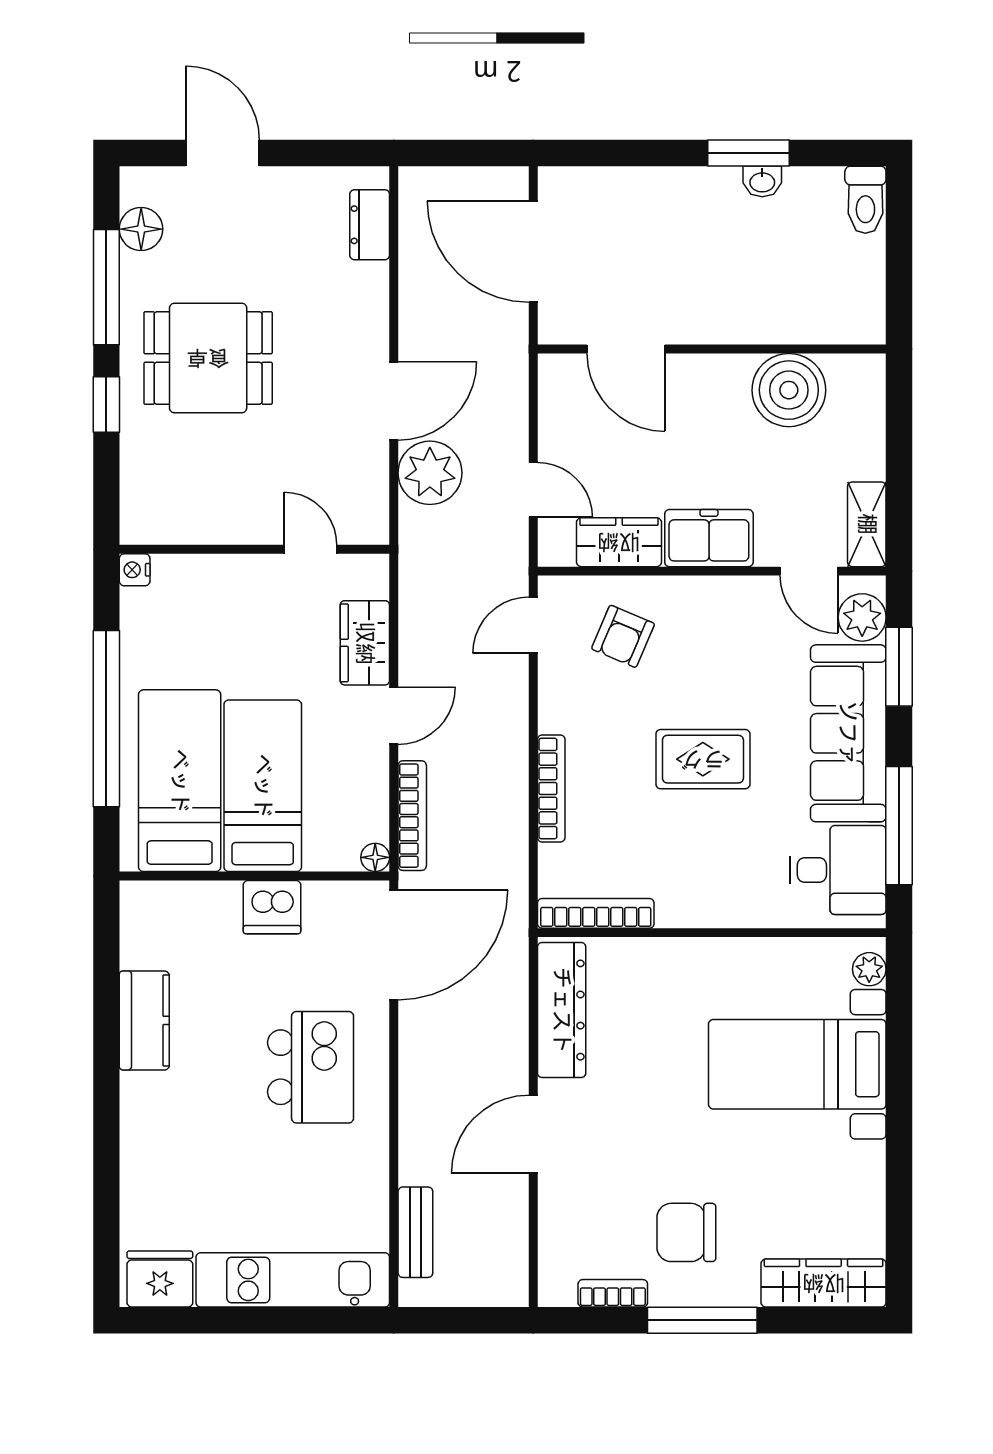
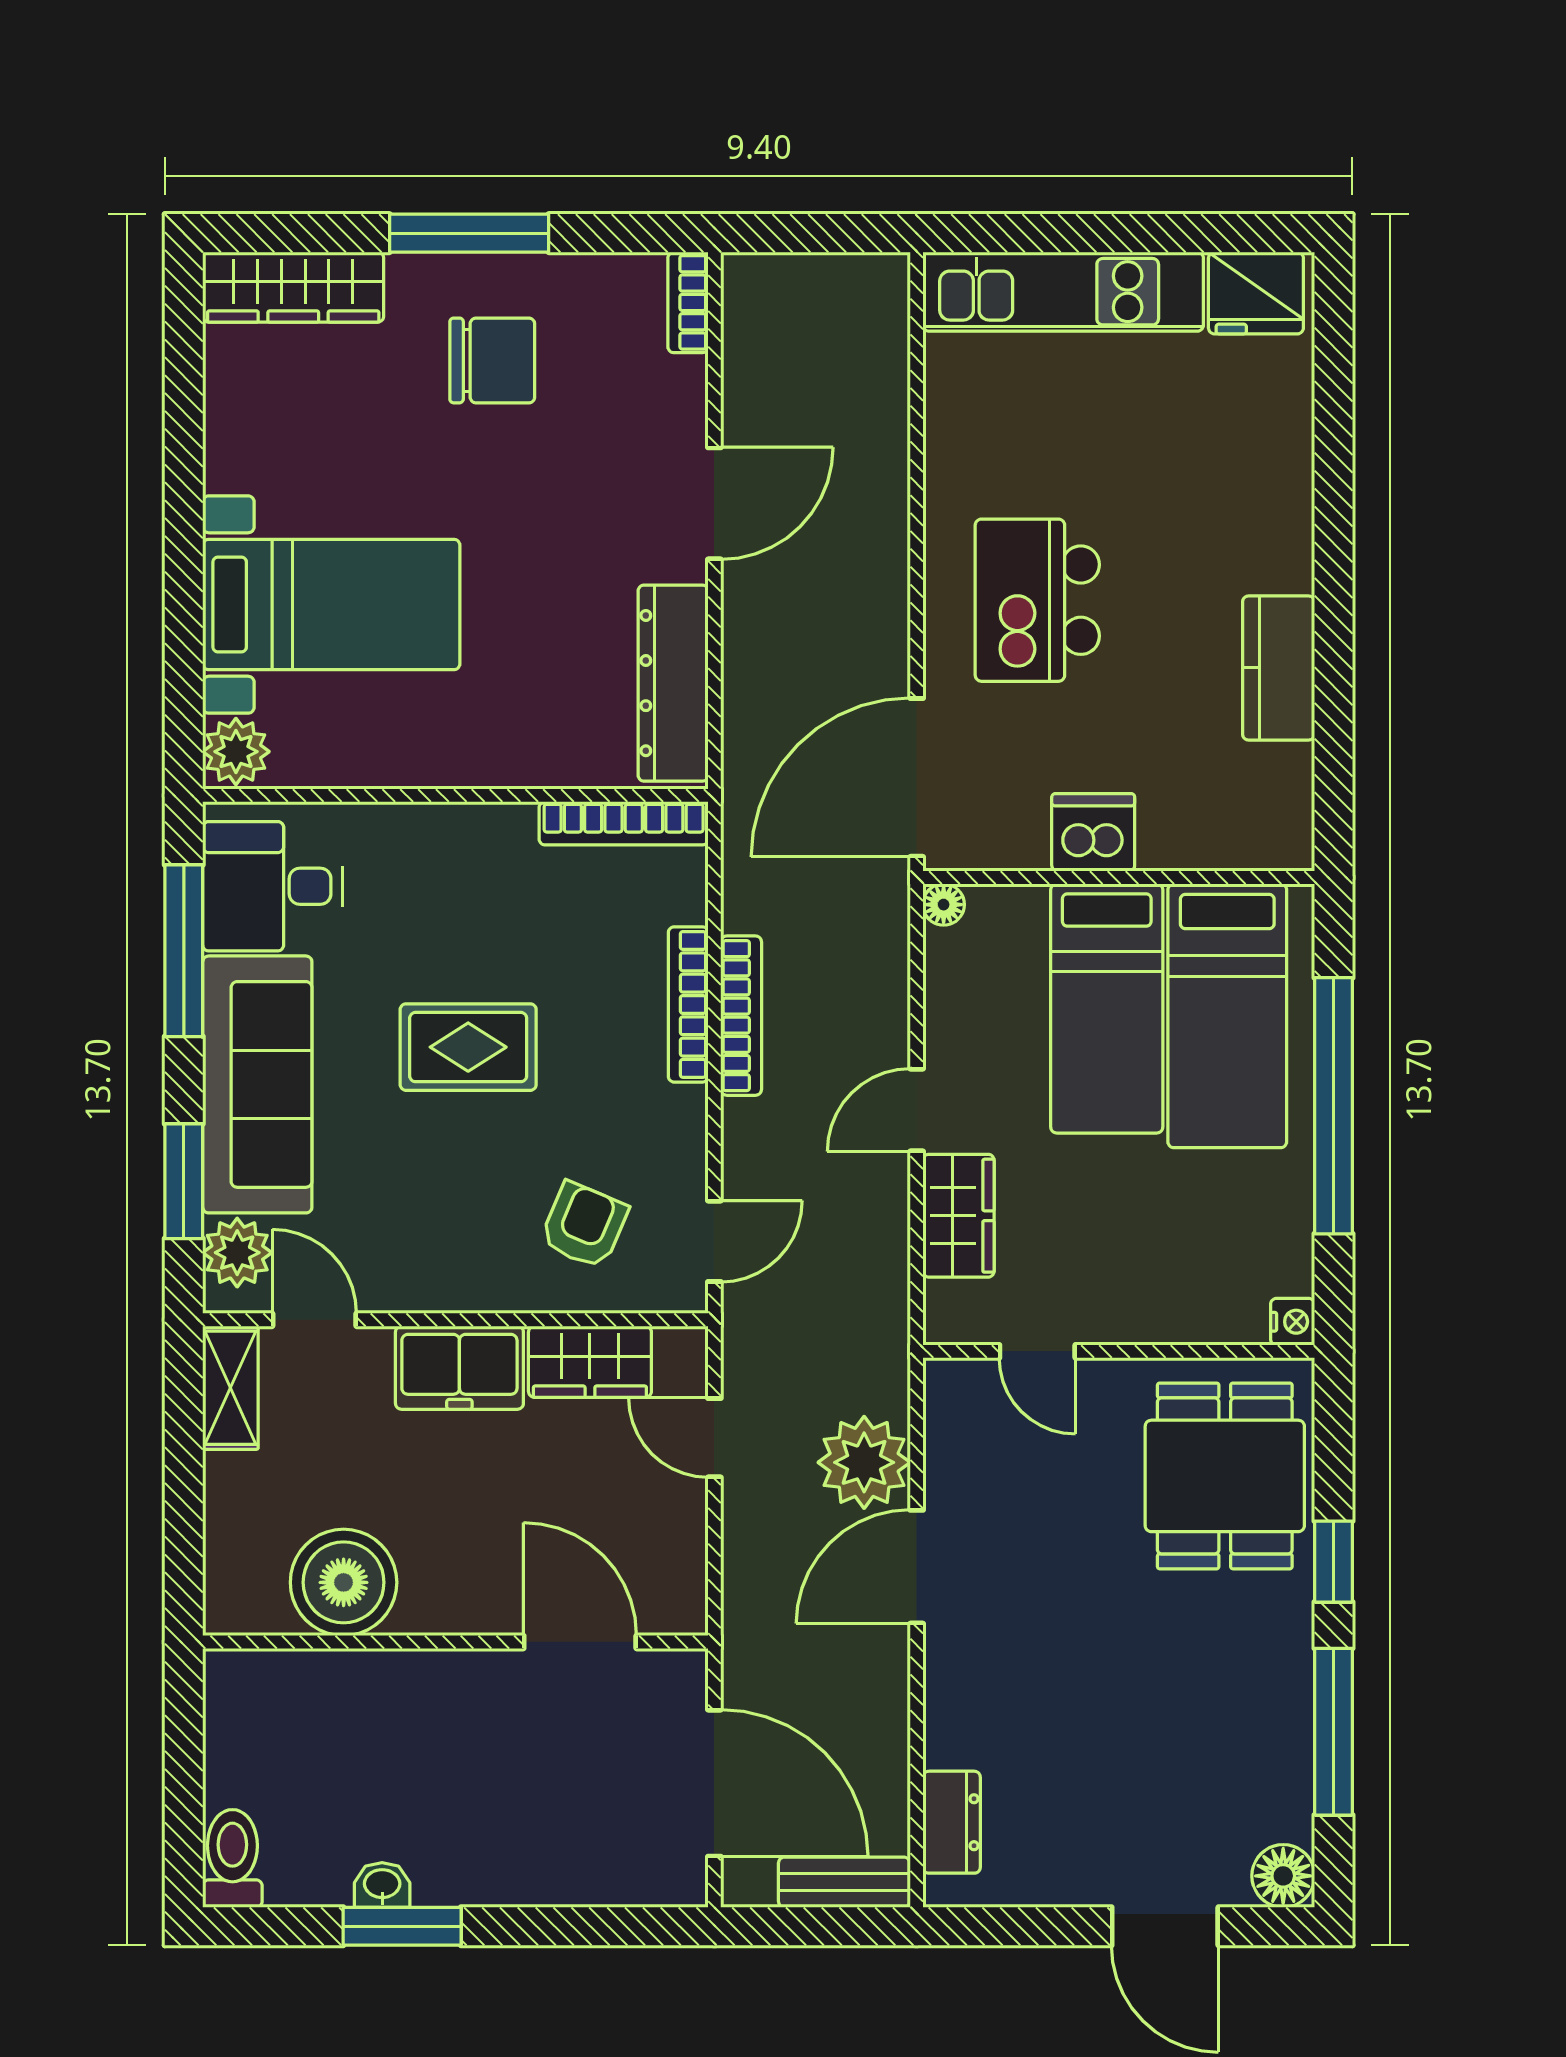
floor lamp: (141, 229) -> (1283, 1876), moved
dining table: (208, 358) -> (1225, 1476), moved, turned 90
bookcase: (412, 816) -> (741, 1016), moved, turned 180
plant: (869, 969) -> (236, 752), width x1.38, depth x1.38
bench: (415, 1232) -> (844, 1882), moved, turned 90
bookcase: (613, 1293) -> (688, 302), moved, turned 90

